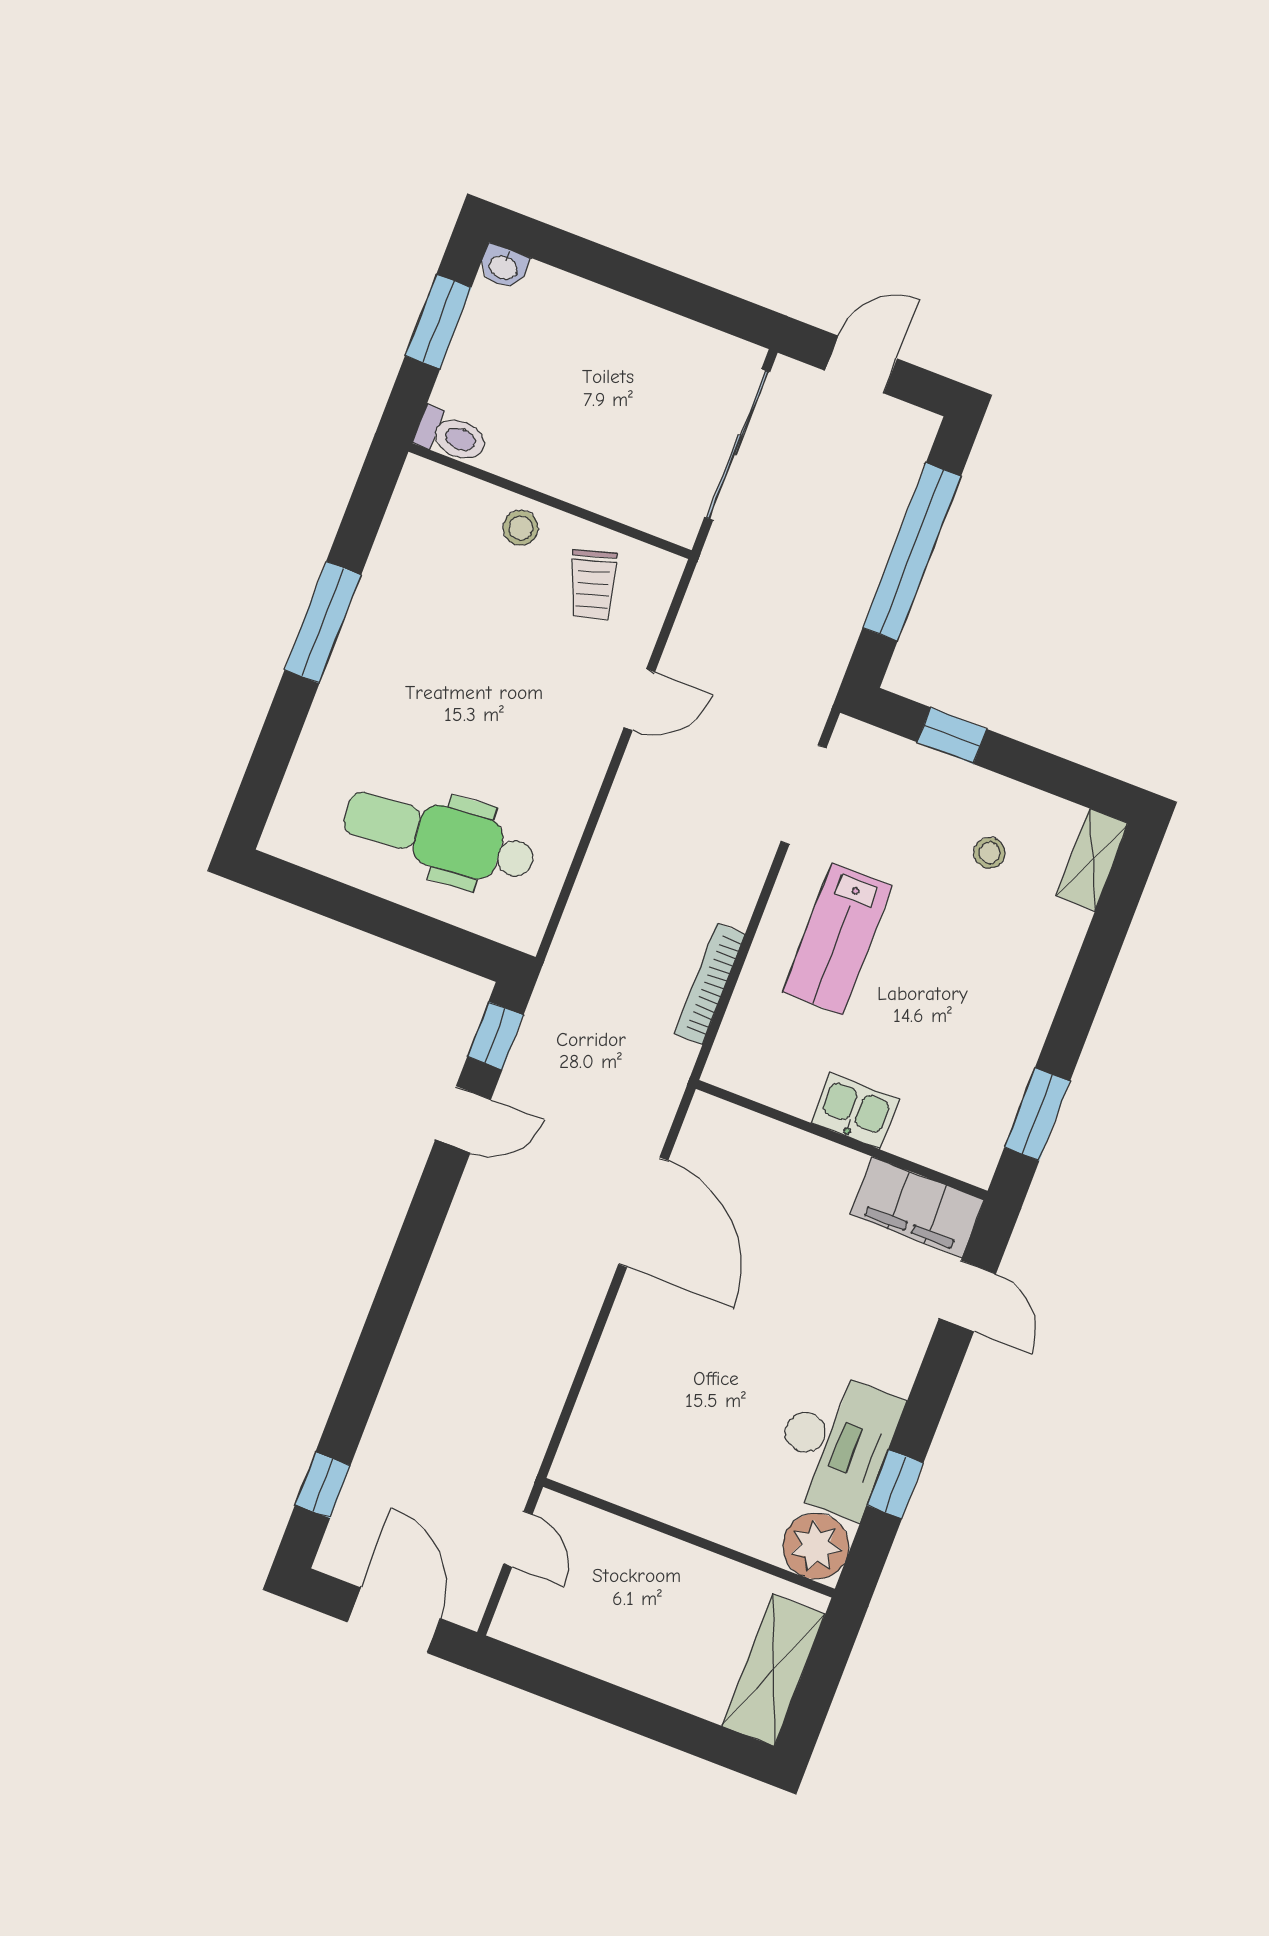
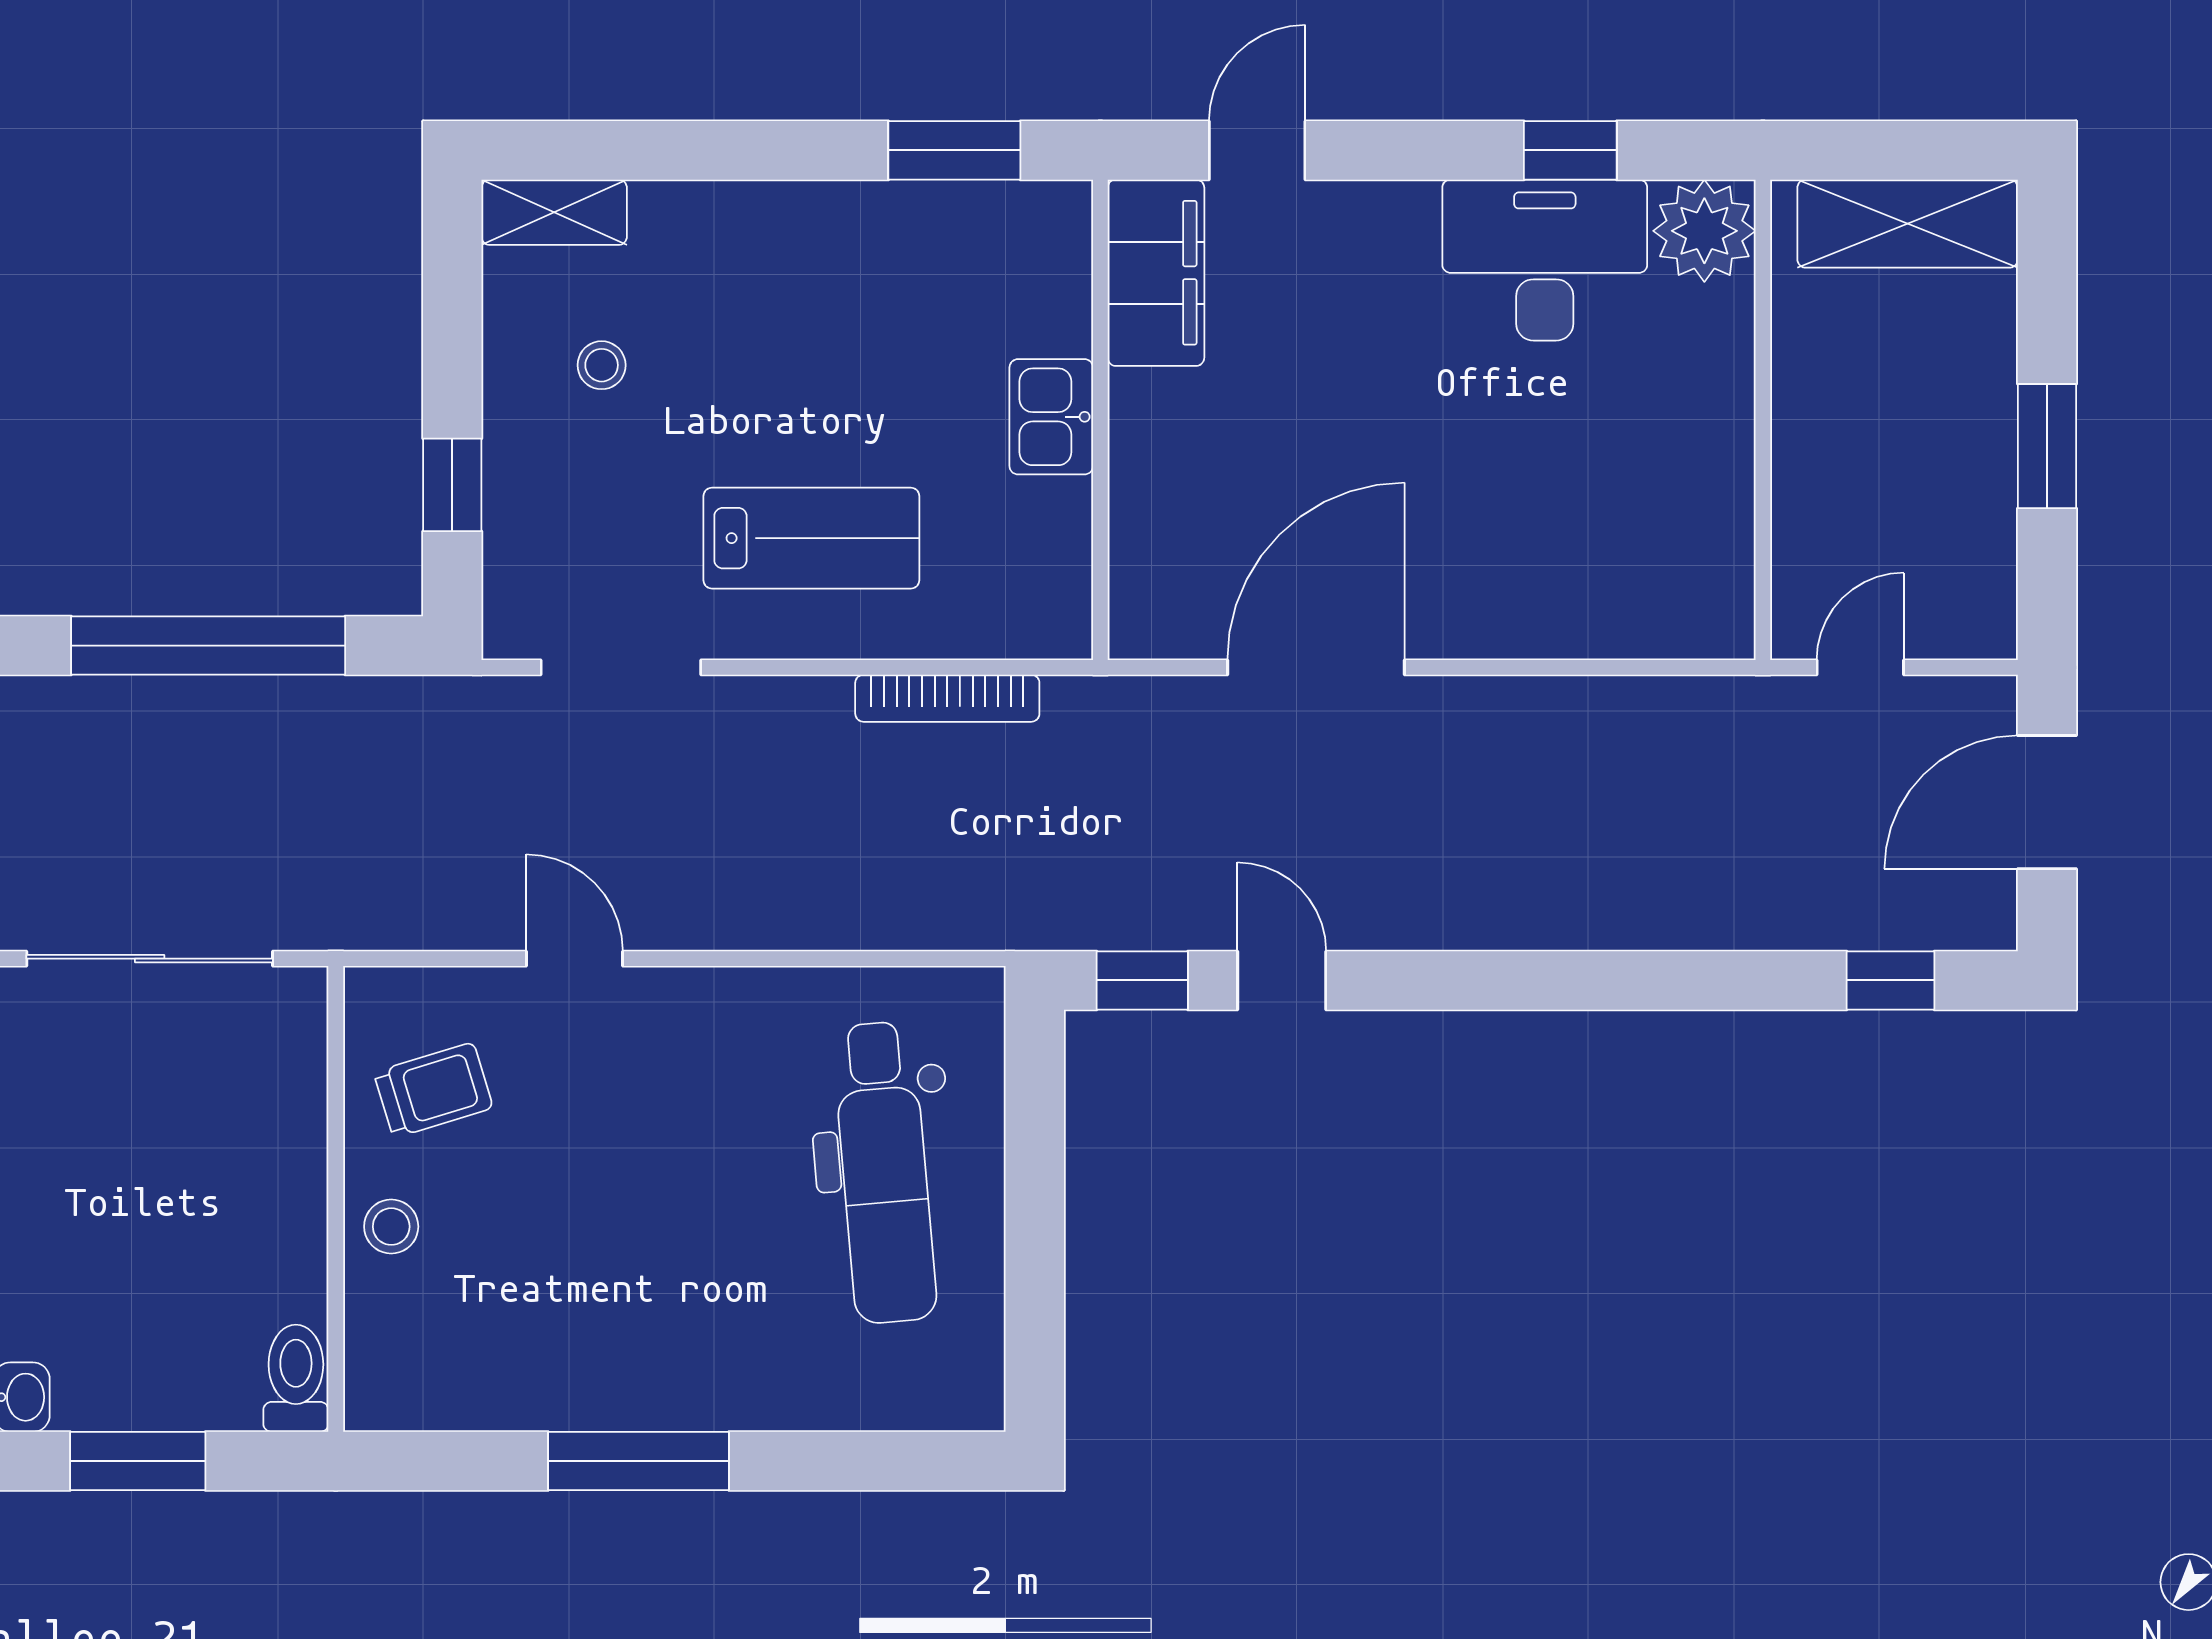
window: (608, 1702) -> (2047, 446), added

